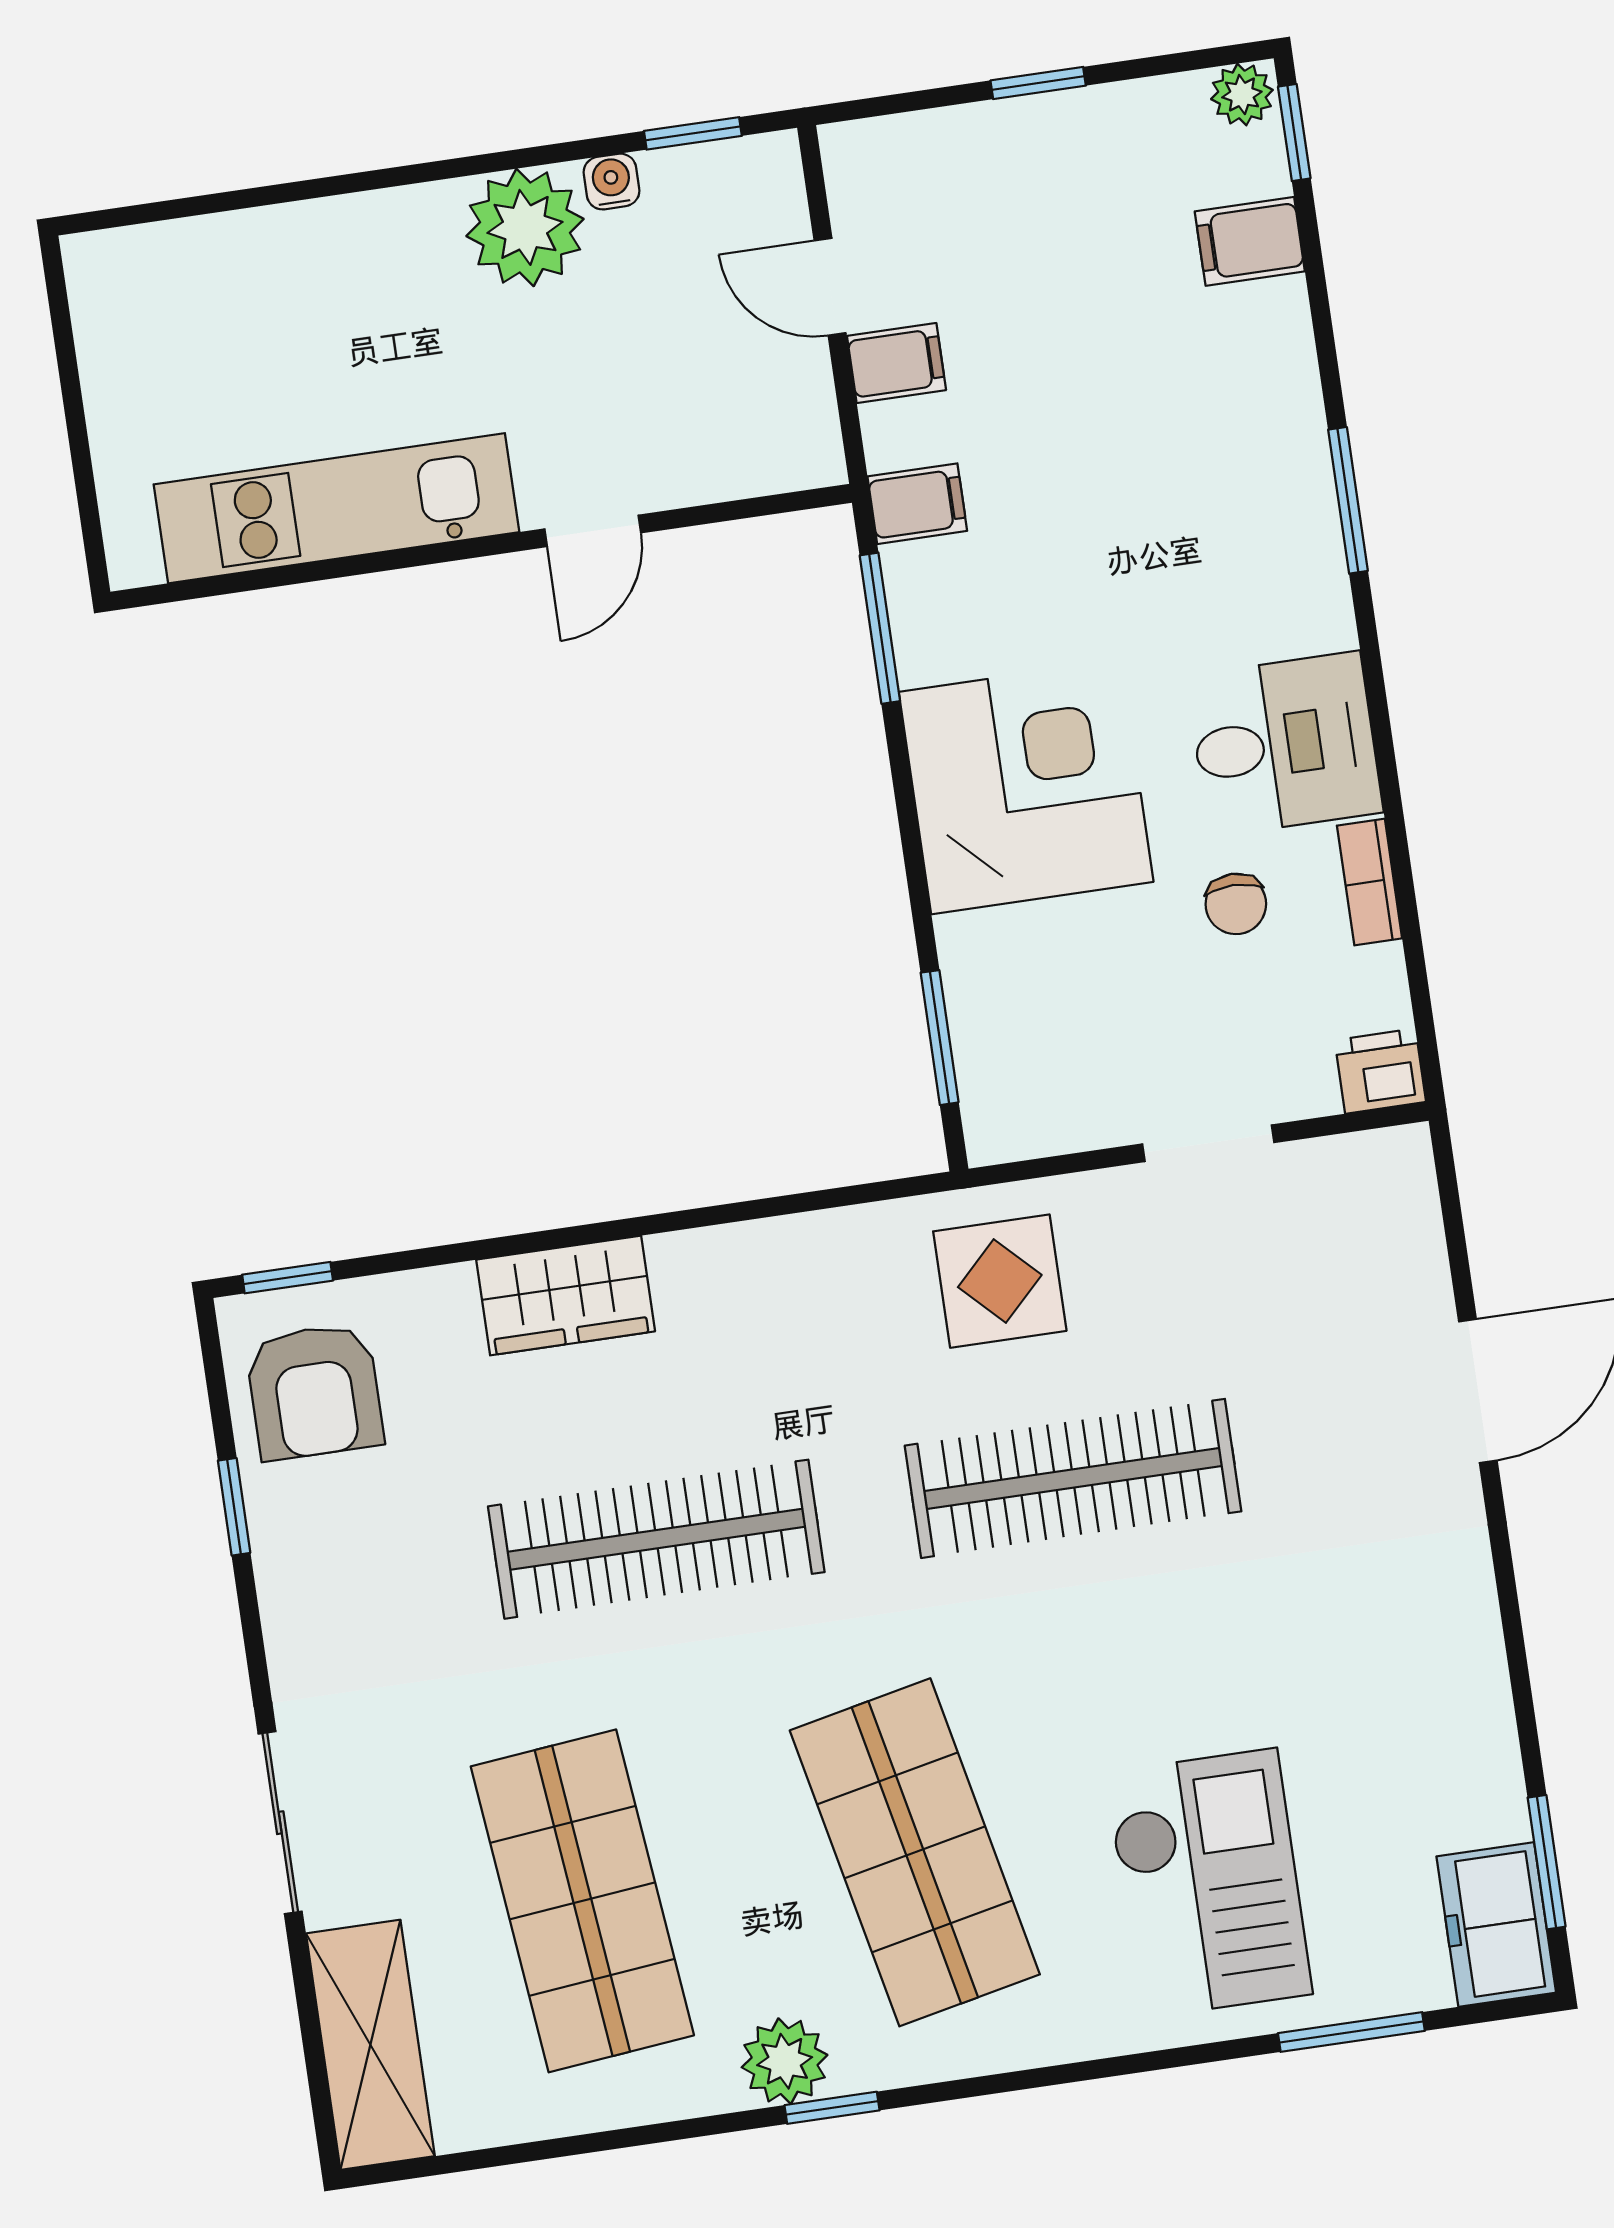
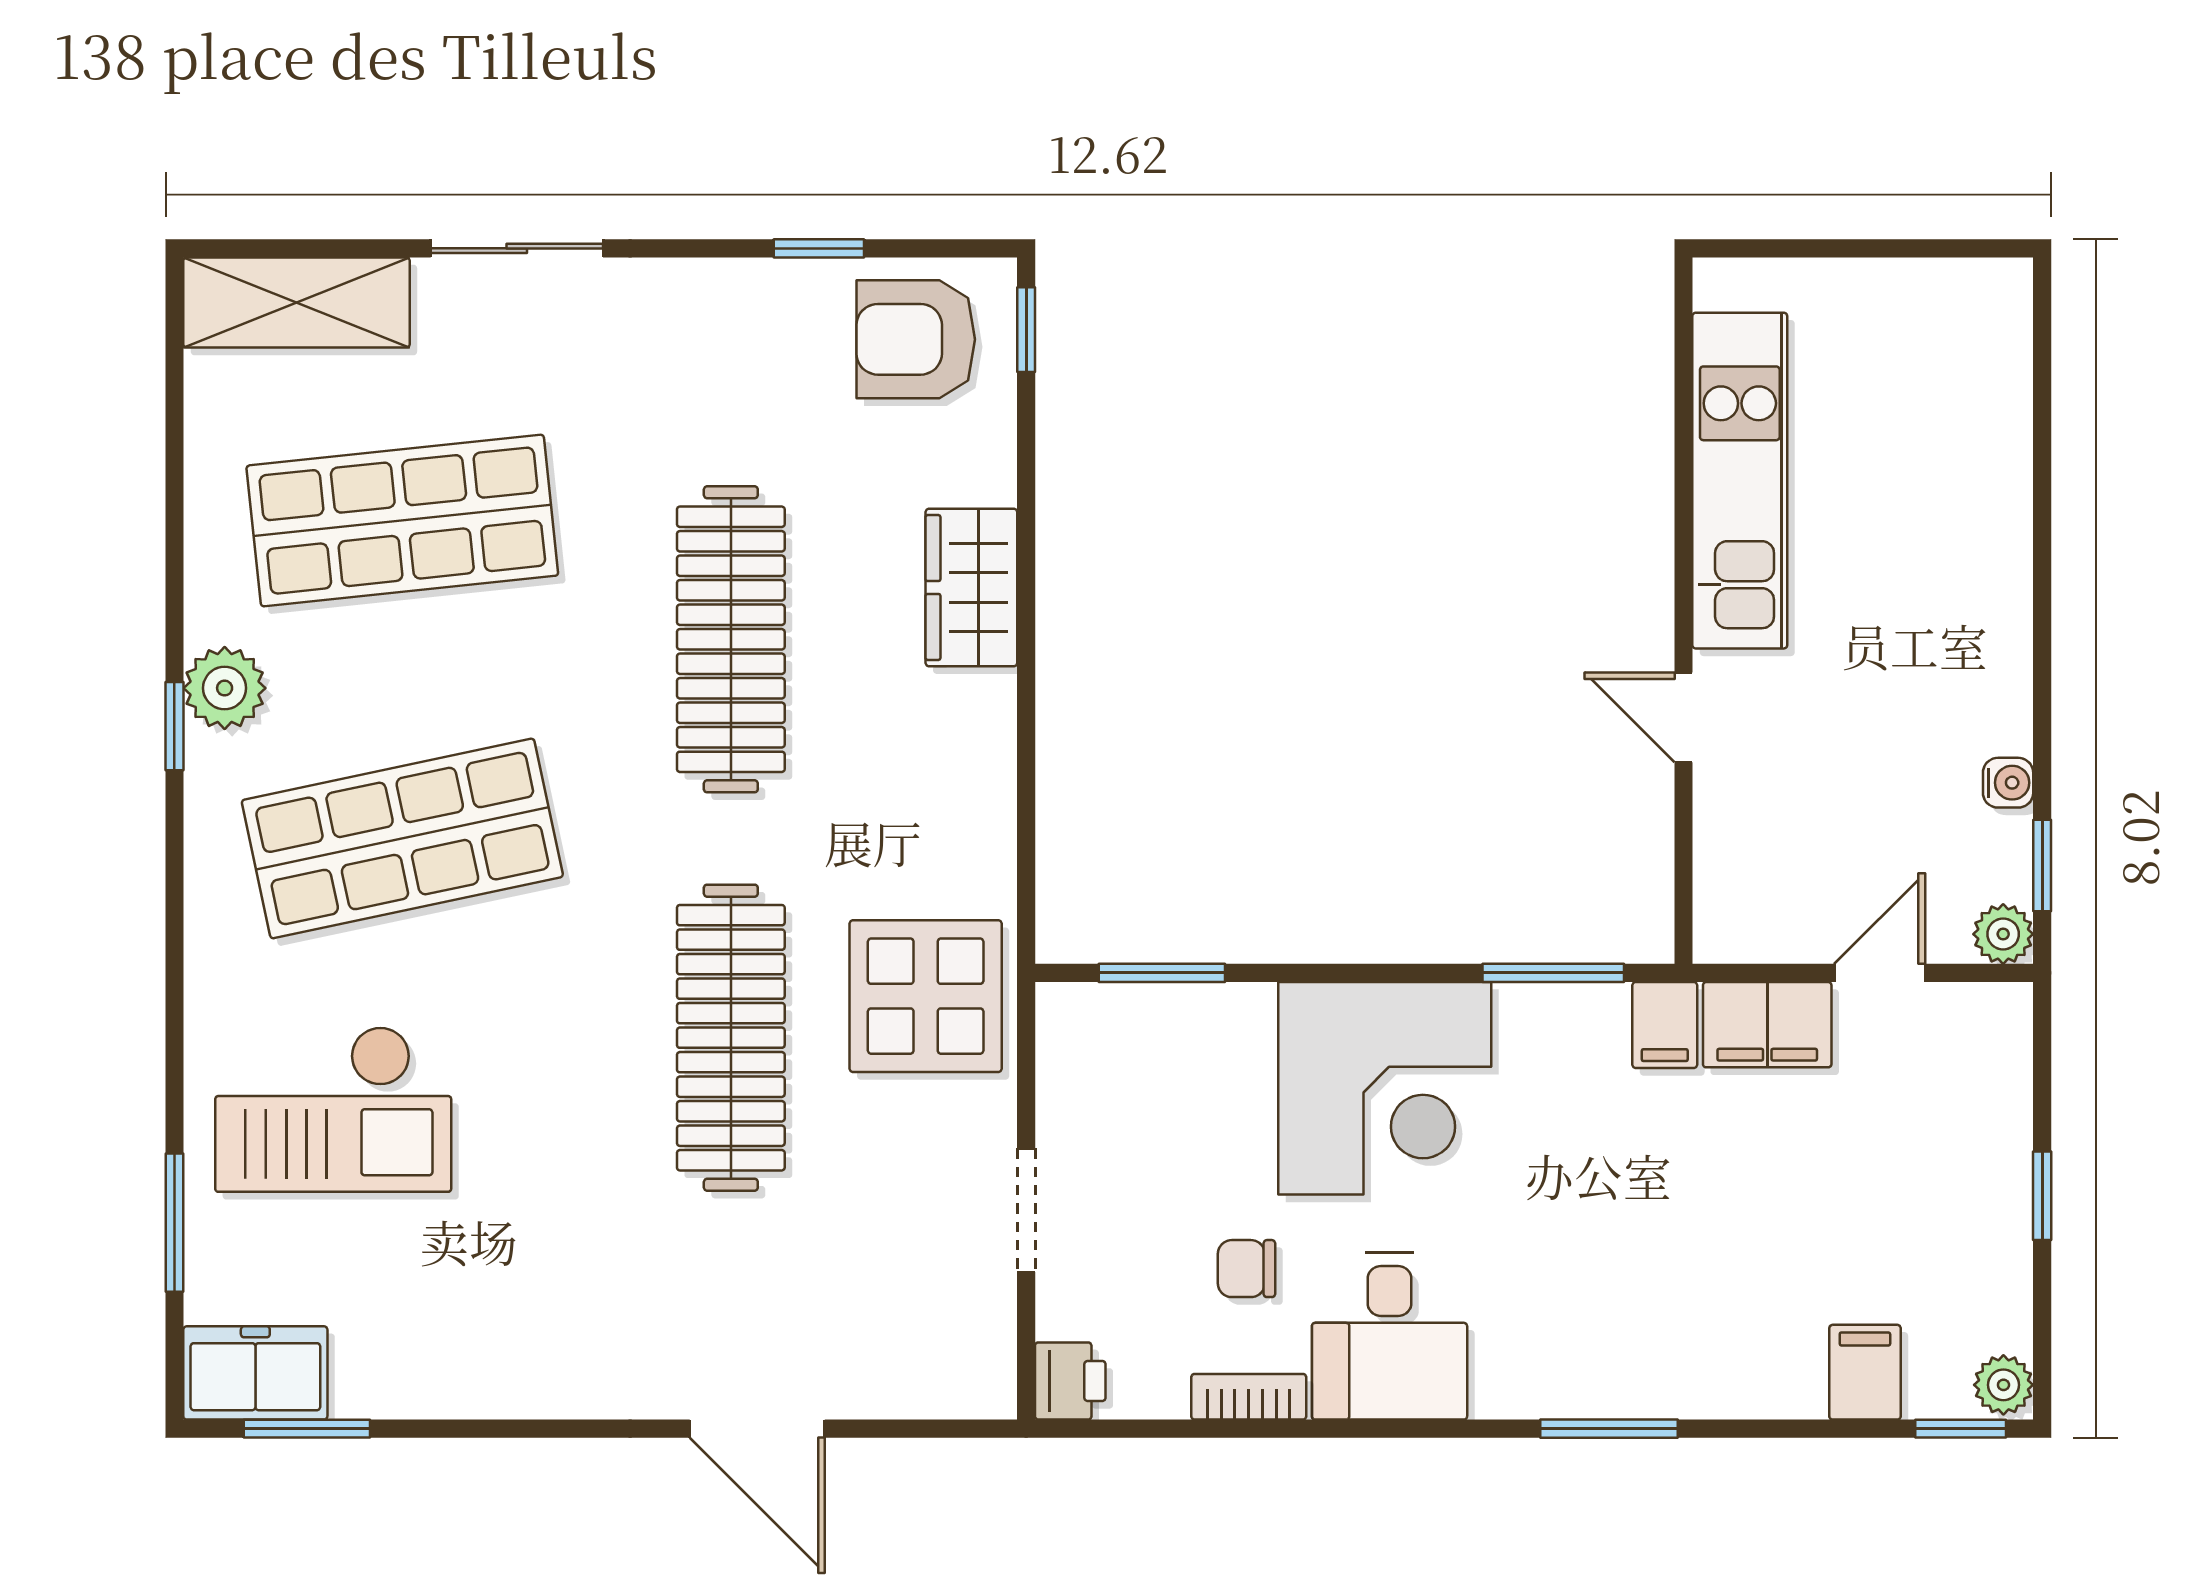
plant: (525, 227) -> (2003, 934), moved, width x0.53, depth x0.53
filing cabinet: (896, 363) -> (1767, 1025), width x2.00
display table: (1000, 1281) -> (926, 996), width x1.36, depth x1.36

